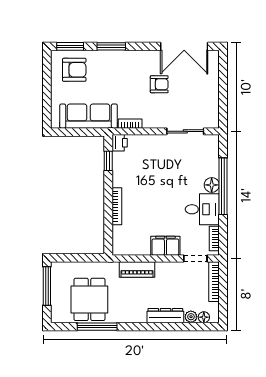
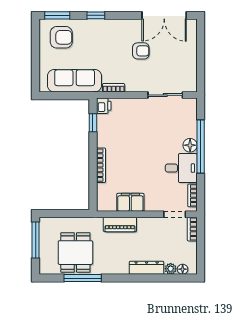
window: (111, 46) -> (96, 15), width x0.67
filing cabinet: (165, 246) -> (130, 202), moved
bookcase: (214, 282) -> (192, 229), width x0.64

